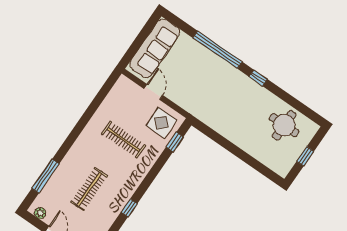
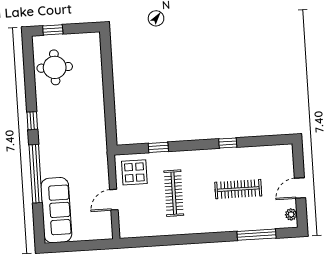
sofa: (155, 48) -> (56, 210), moved, turned 90
window: (175, 142) -> (158, 147), moved
window: (305, 156) -> (53, 30), moved

